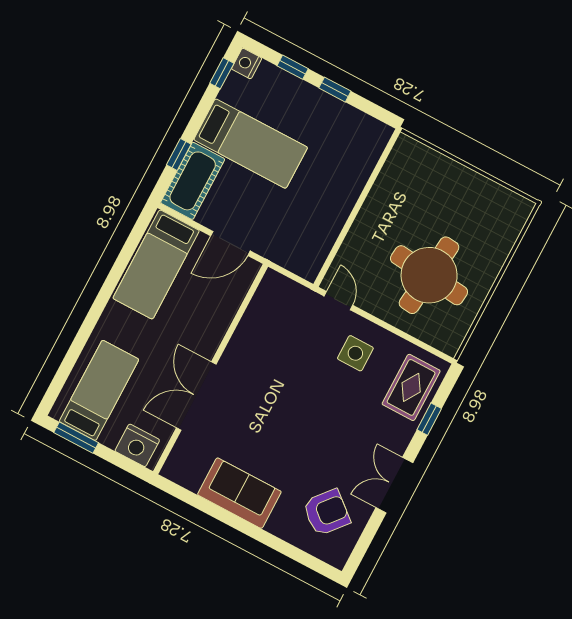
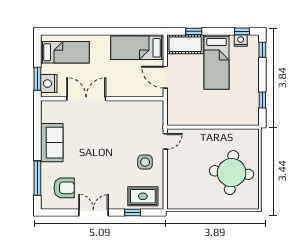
nightstand: (247, 63) -> (241, 40), moved
window: (293, 67) -> (262, 50), moved
window: (335, 90) -> (262, 100), moved
round table: (429, 275) -> (232, 173), moved
window: (76, 438) -> (37, 79), moved
armchair: (327, 512) -> (64, 188), turned -40
window: (286, 549) -> (37, 178), added

